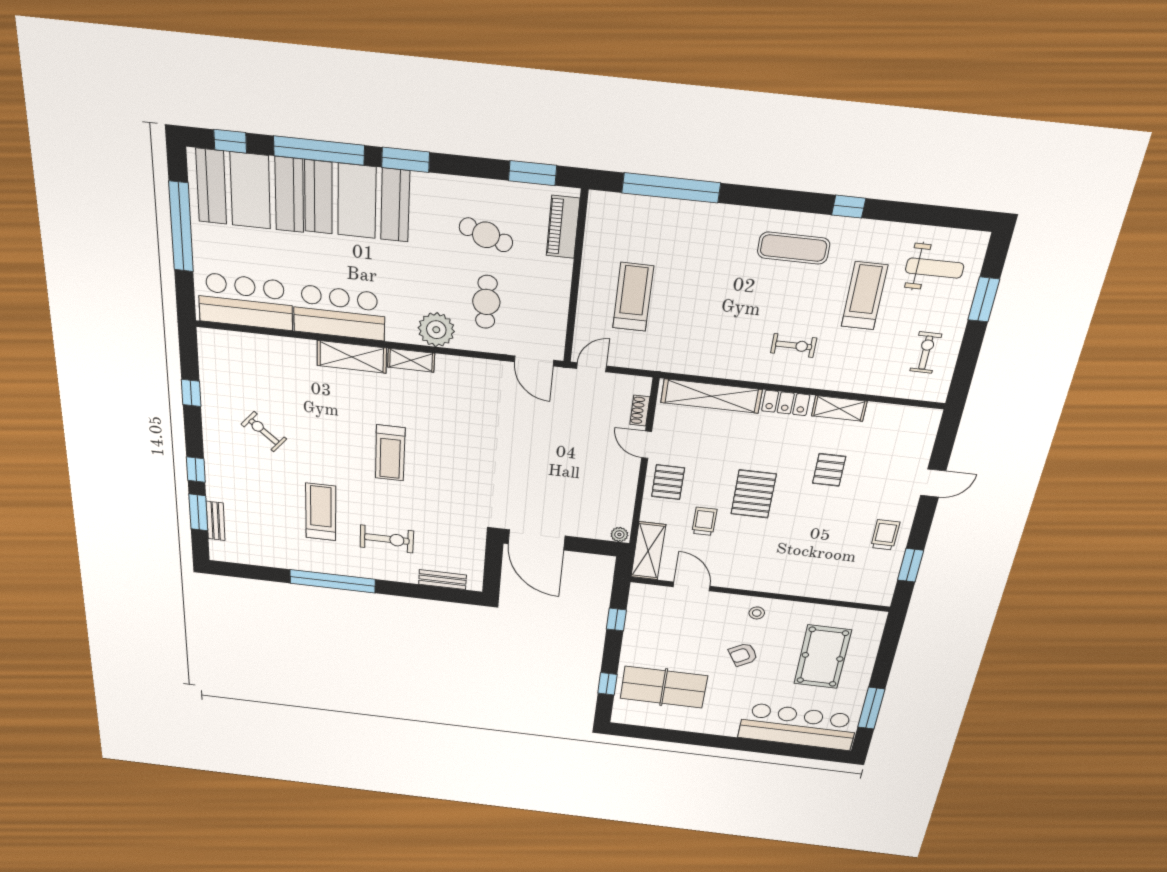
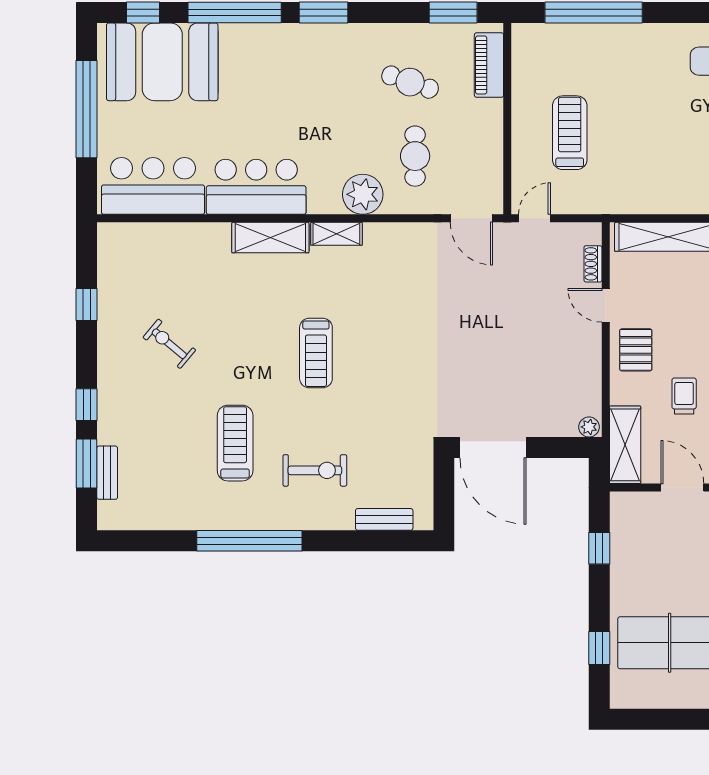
booth: (357, 201) -> (274, 61), removed

